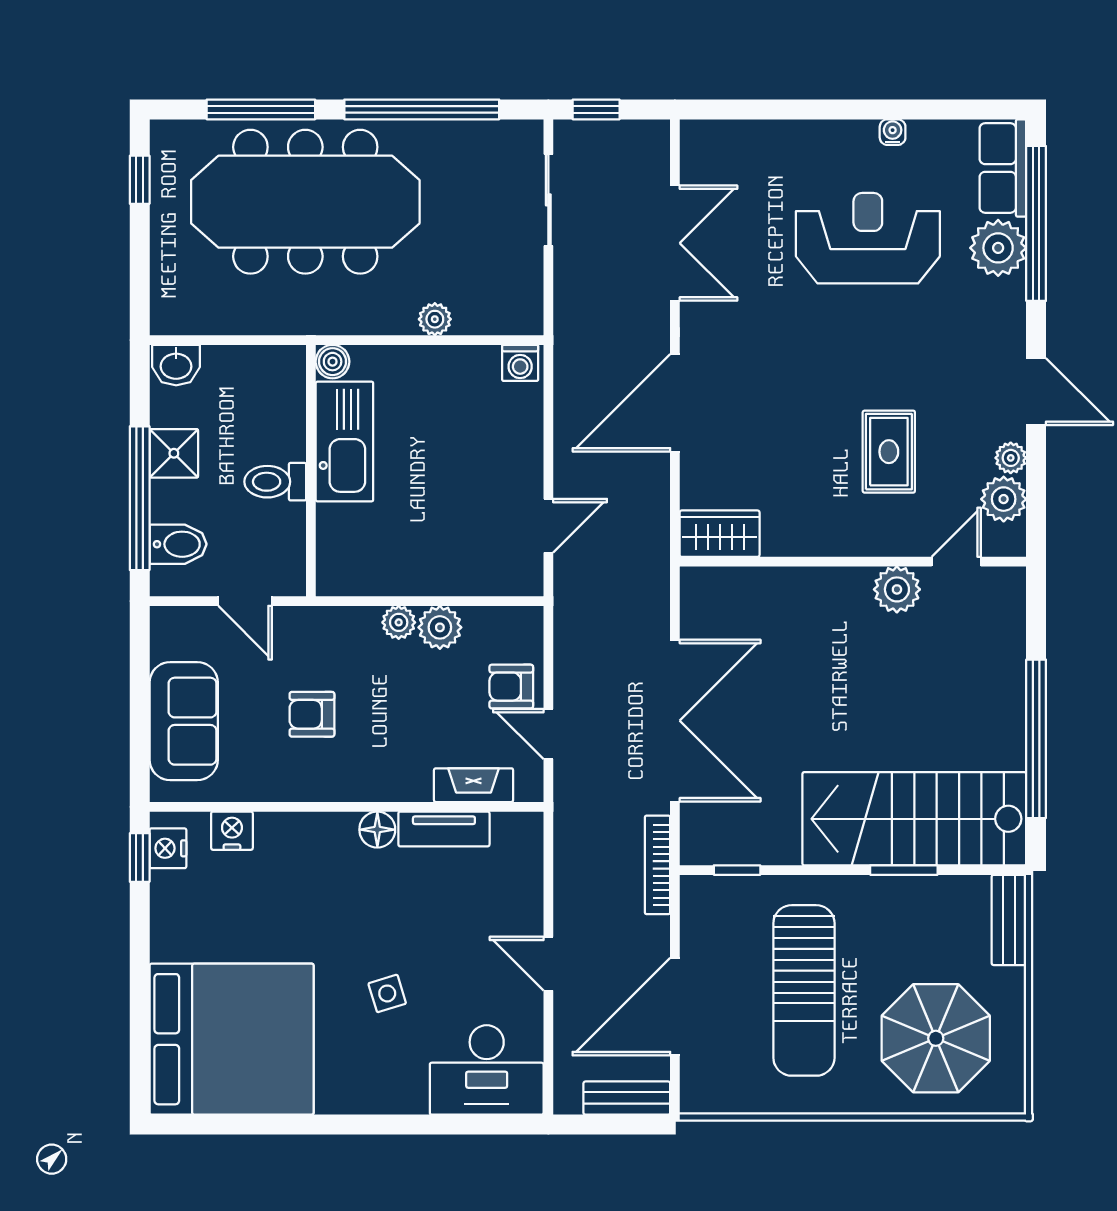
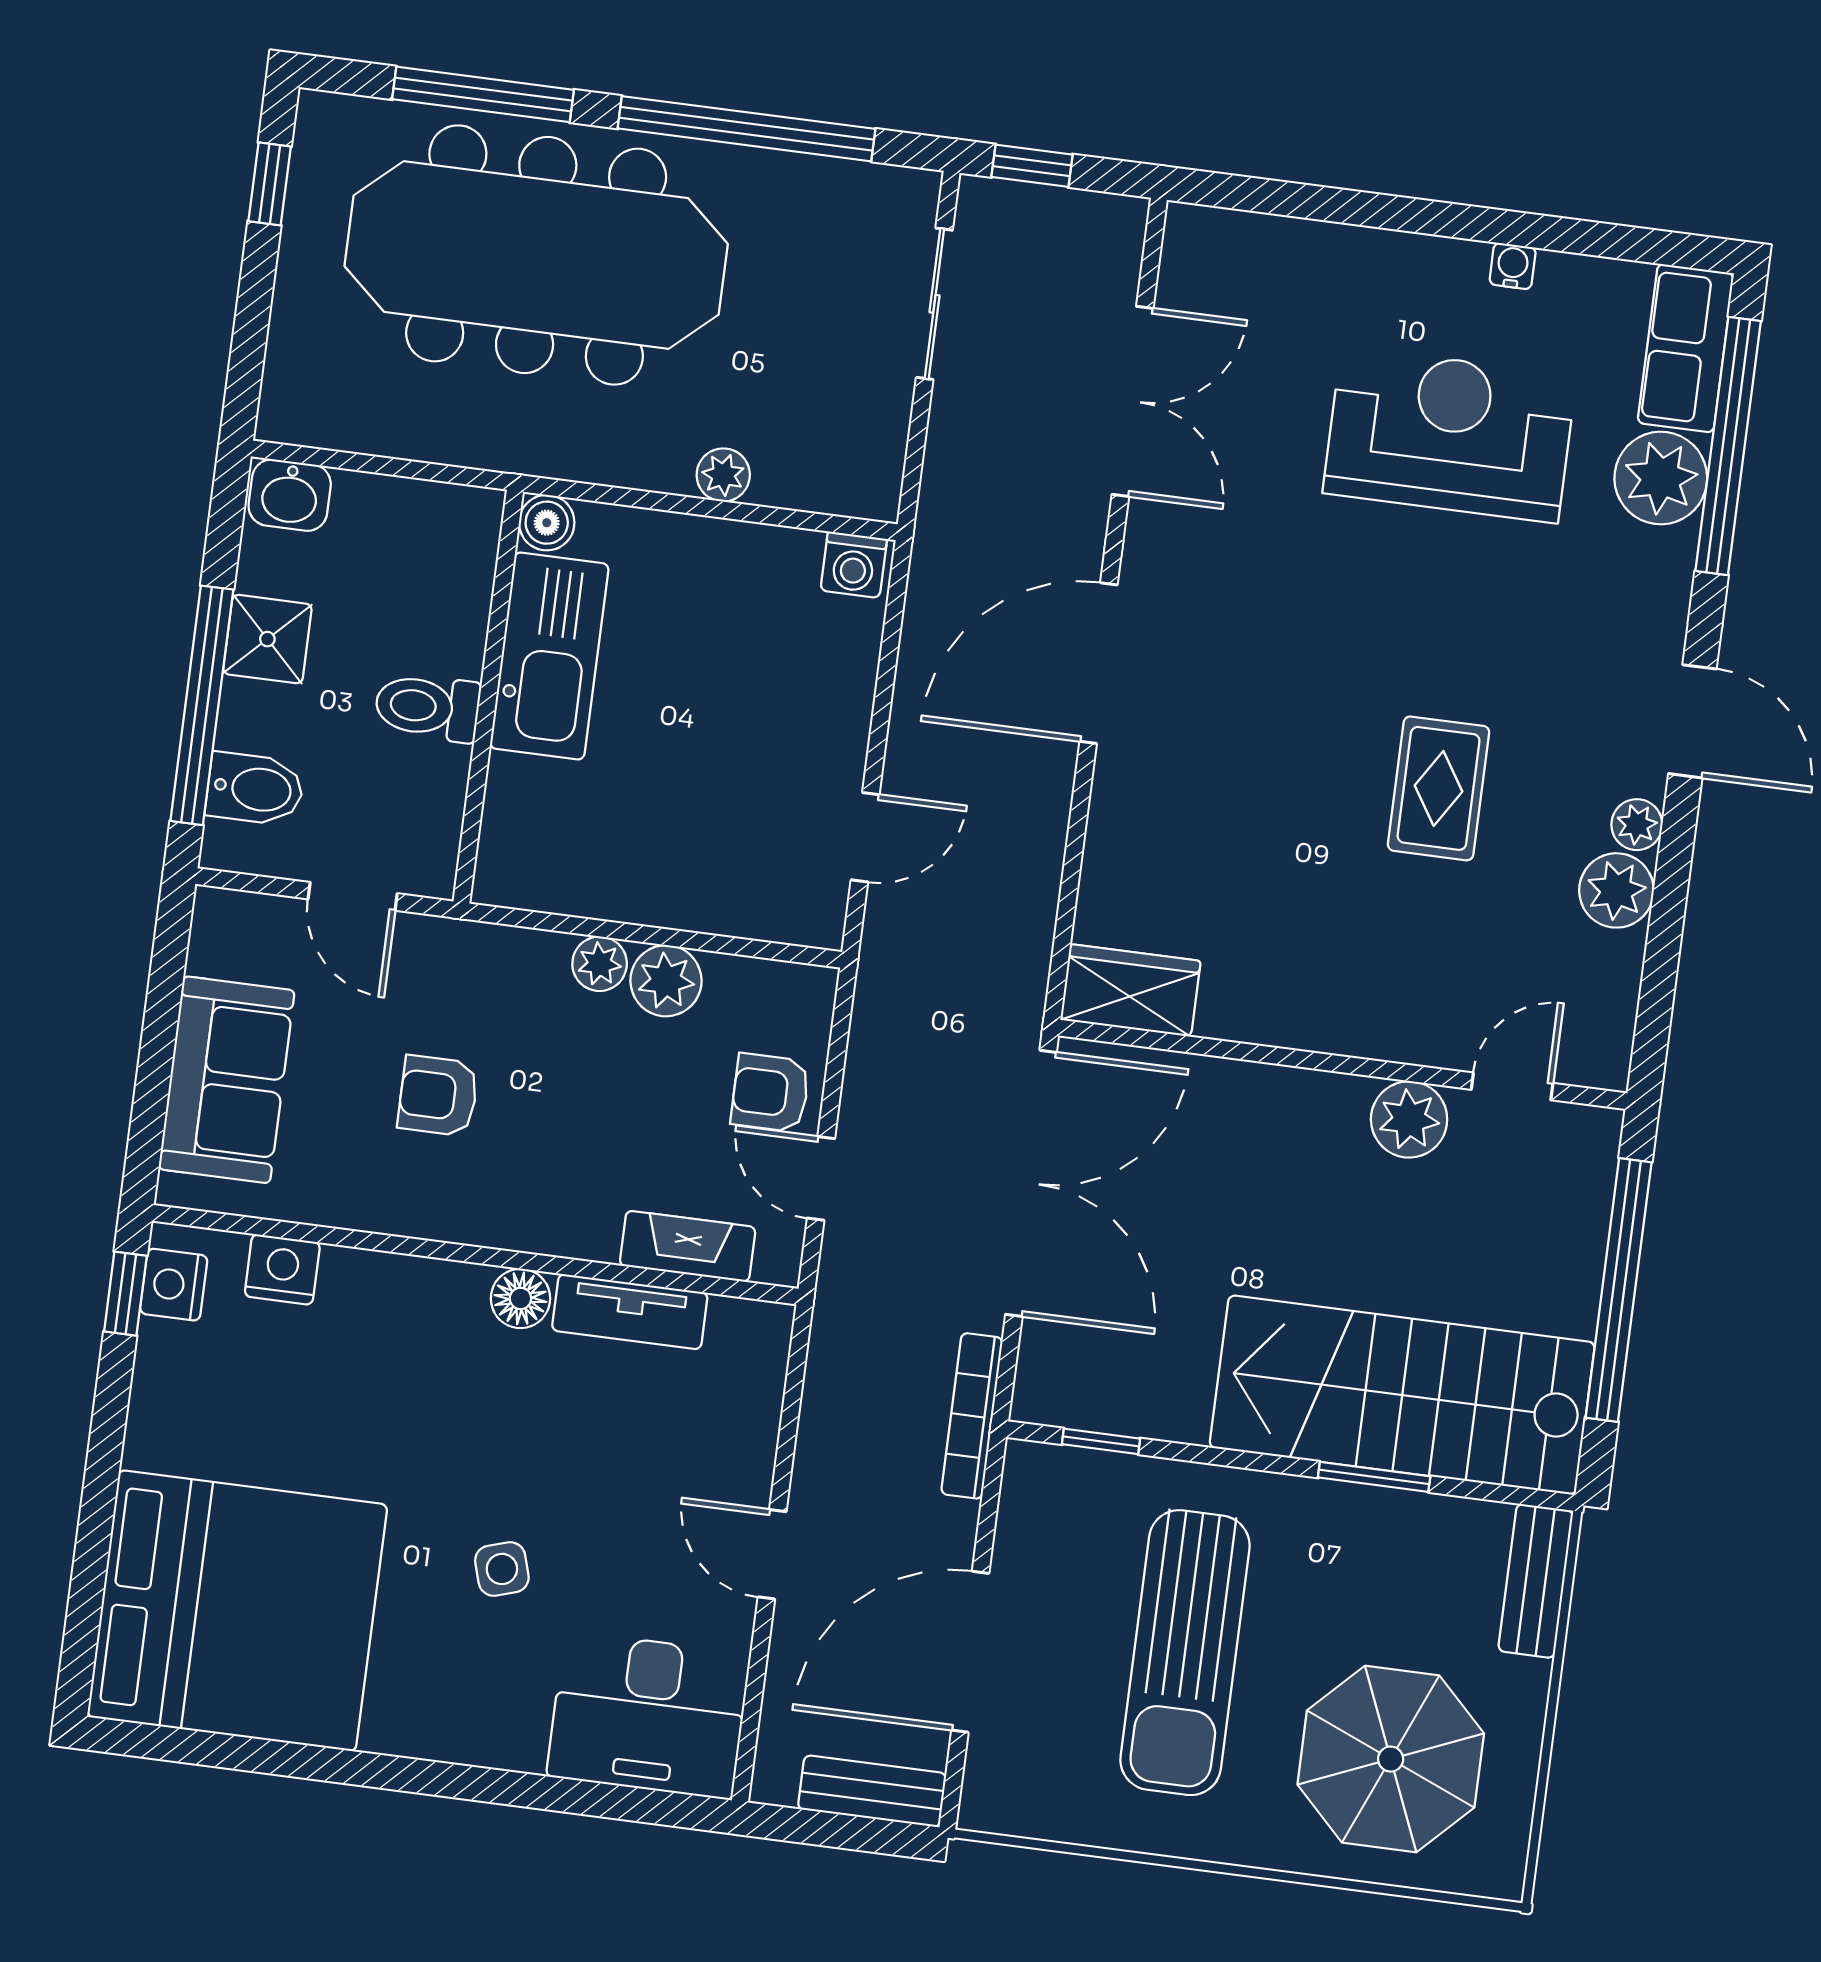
wardrobe: (720, 534) -> (1130, 990), moved
wall: (853, 562) -> (1343, 1064), moved
door: (956, 562) -> (1512, 1086), moved
plant: (897, 589) -> (1409, 1119), moved

